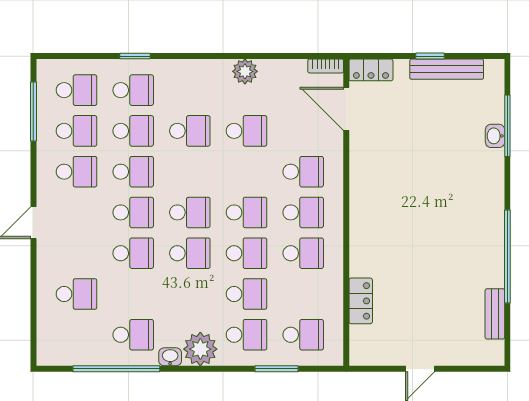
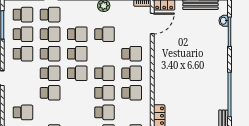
door: (346, 109) -> (152, 24), swing flipped
washbasin: (495, 136) -> (224, 21), moved
school desk: (190, 253) -> (77, 54), moved

